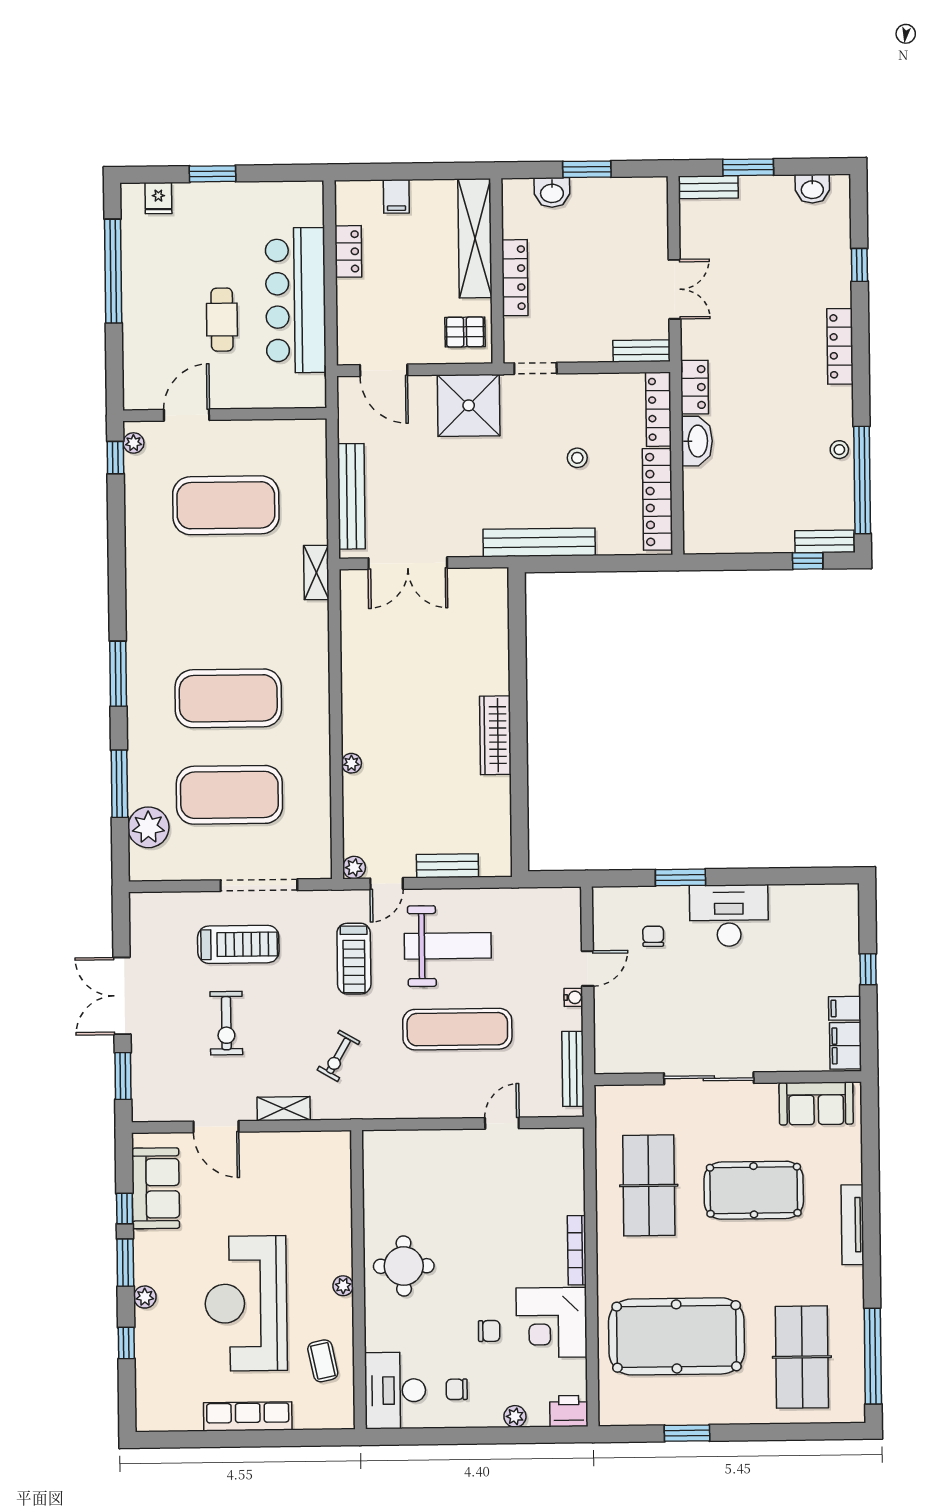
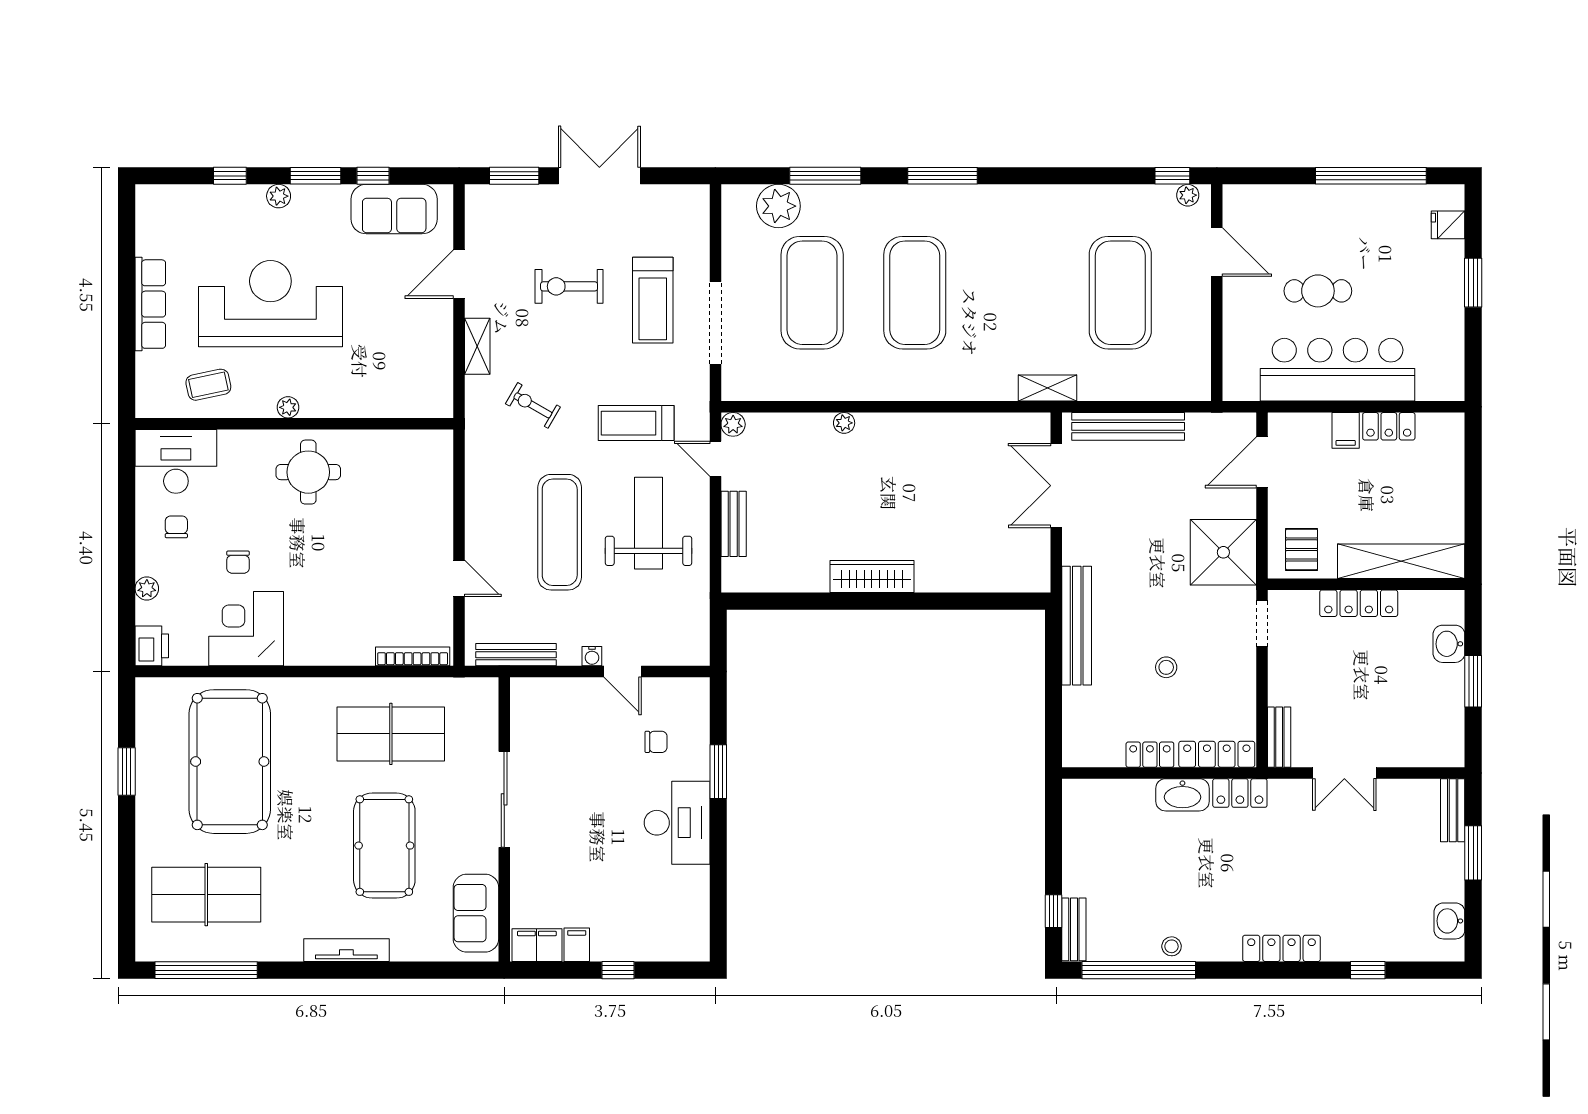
filing cabinet: (396, 196) -> (1346, 430), moved, turned -90
locker: (657, 499) -> (1150, 755), width x0.46, depth x0.83
weight bench: (448, 946) -> (649, 523), turned 180
bookcase: (577, 1250) -> (413, 656), moved

